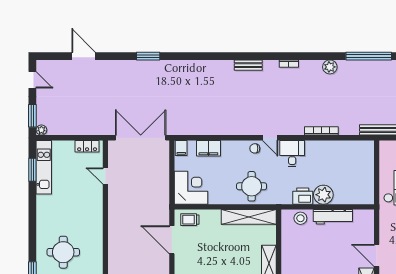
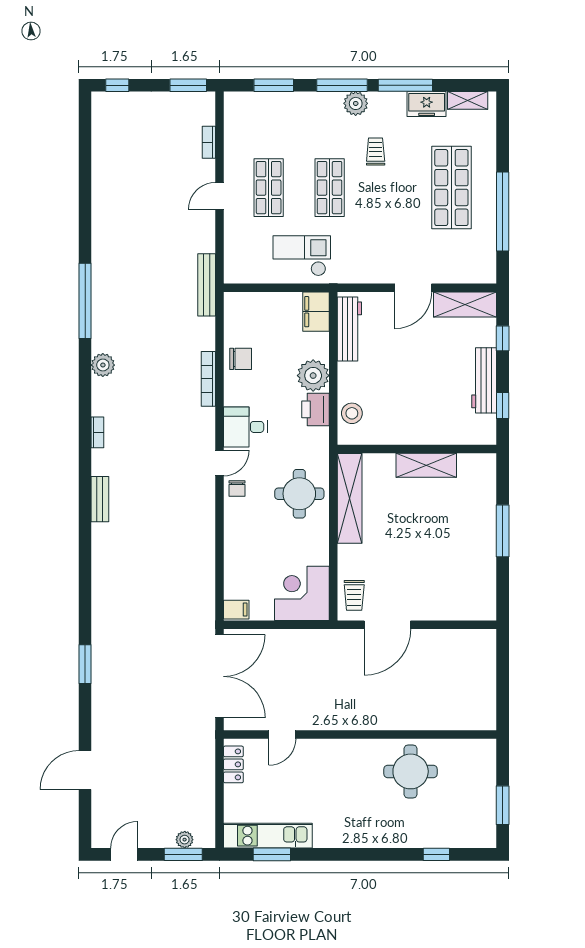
plant: (41, 130) -> (185, 840), moved
double door: (141, 138) -> (219, 676), swing flipped
filing cabinet: (208, 148) -> (316, 312), moved, turned 180
chair: (334, 151) -> (241, 359), added
workbench: (333, 217) -> (349, 329), moved
round table: (63, 252) -> (411, 771), moved

